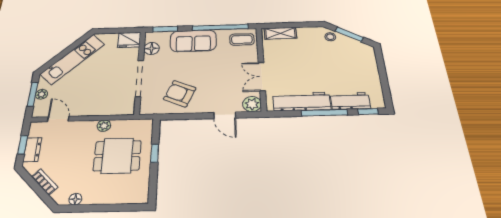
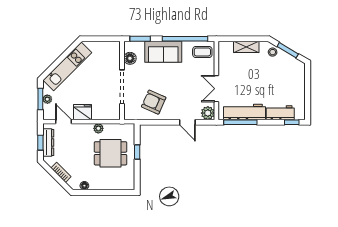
shelving: (280, 33) -> (246, 47), moved
fridge: (129, 40) -> (83, 112), moved, turned 180
window: (324, 113) -> (240, 122), moved
dresser: (32, 150) -> (48, 143), width x1.44

